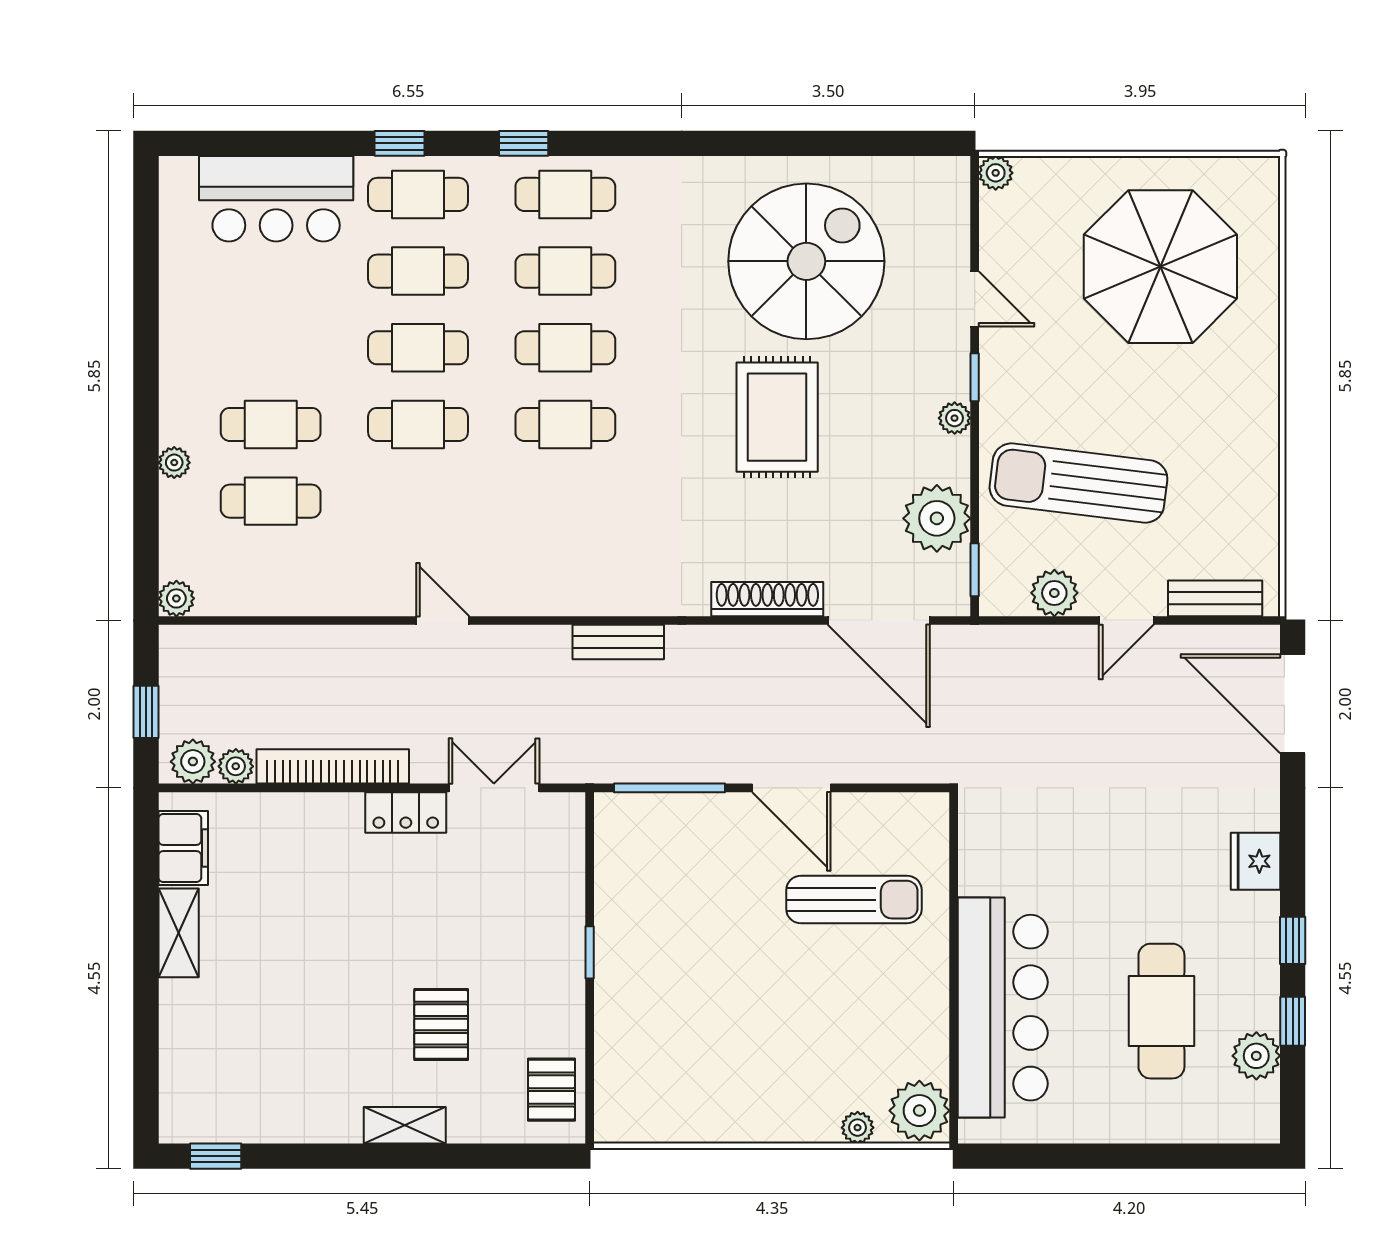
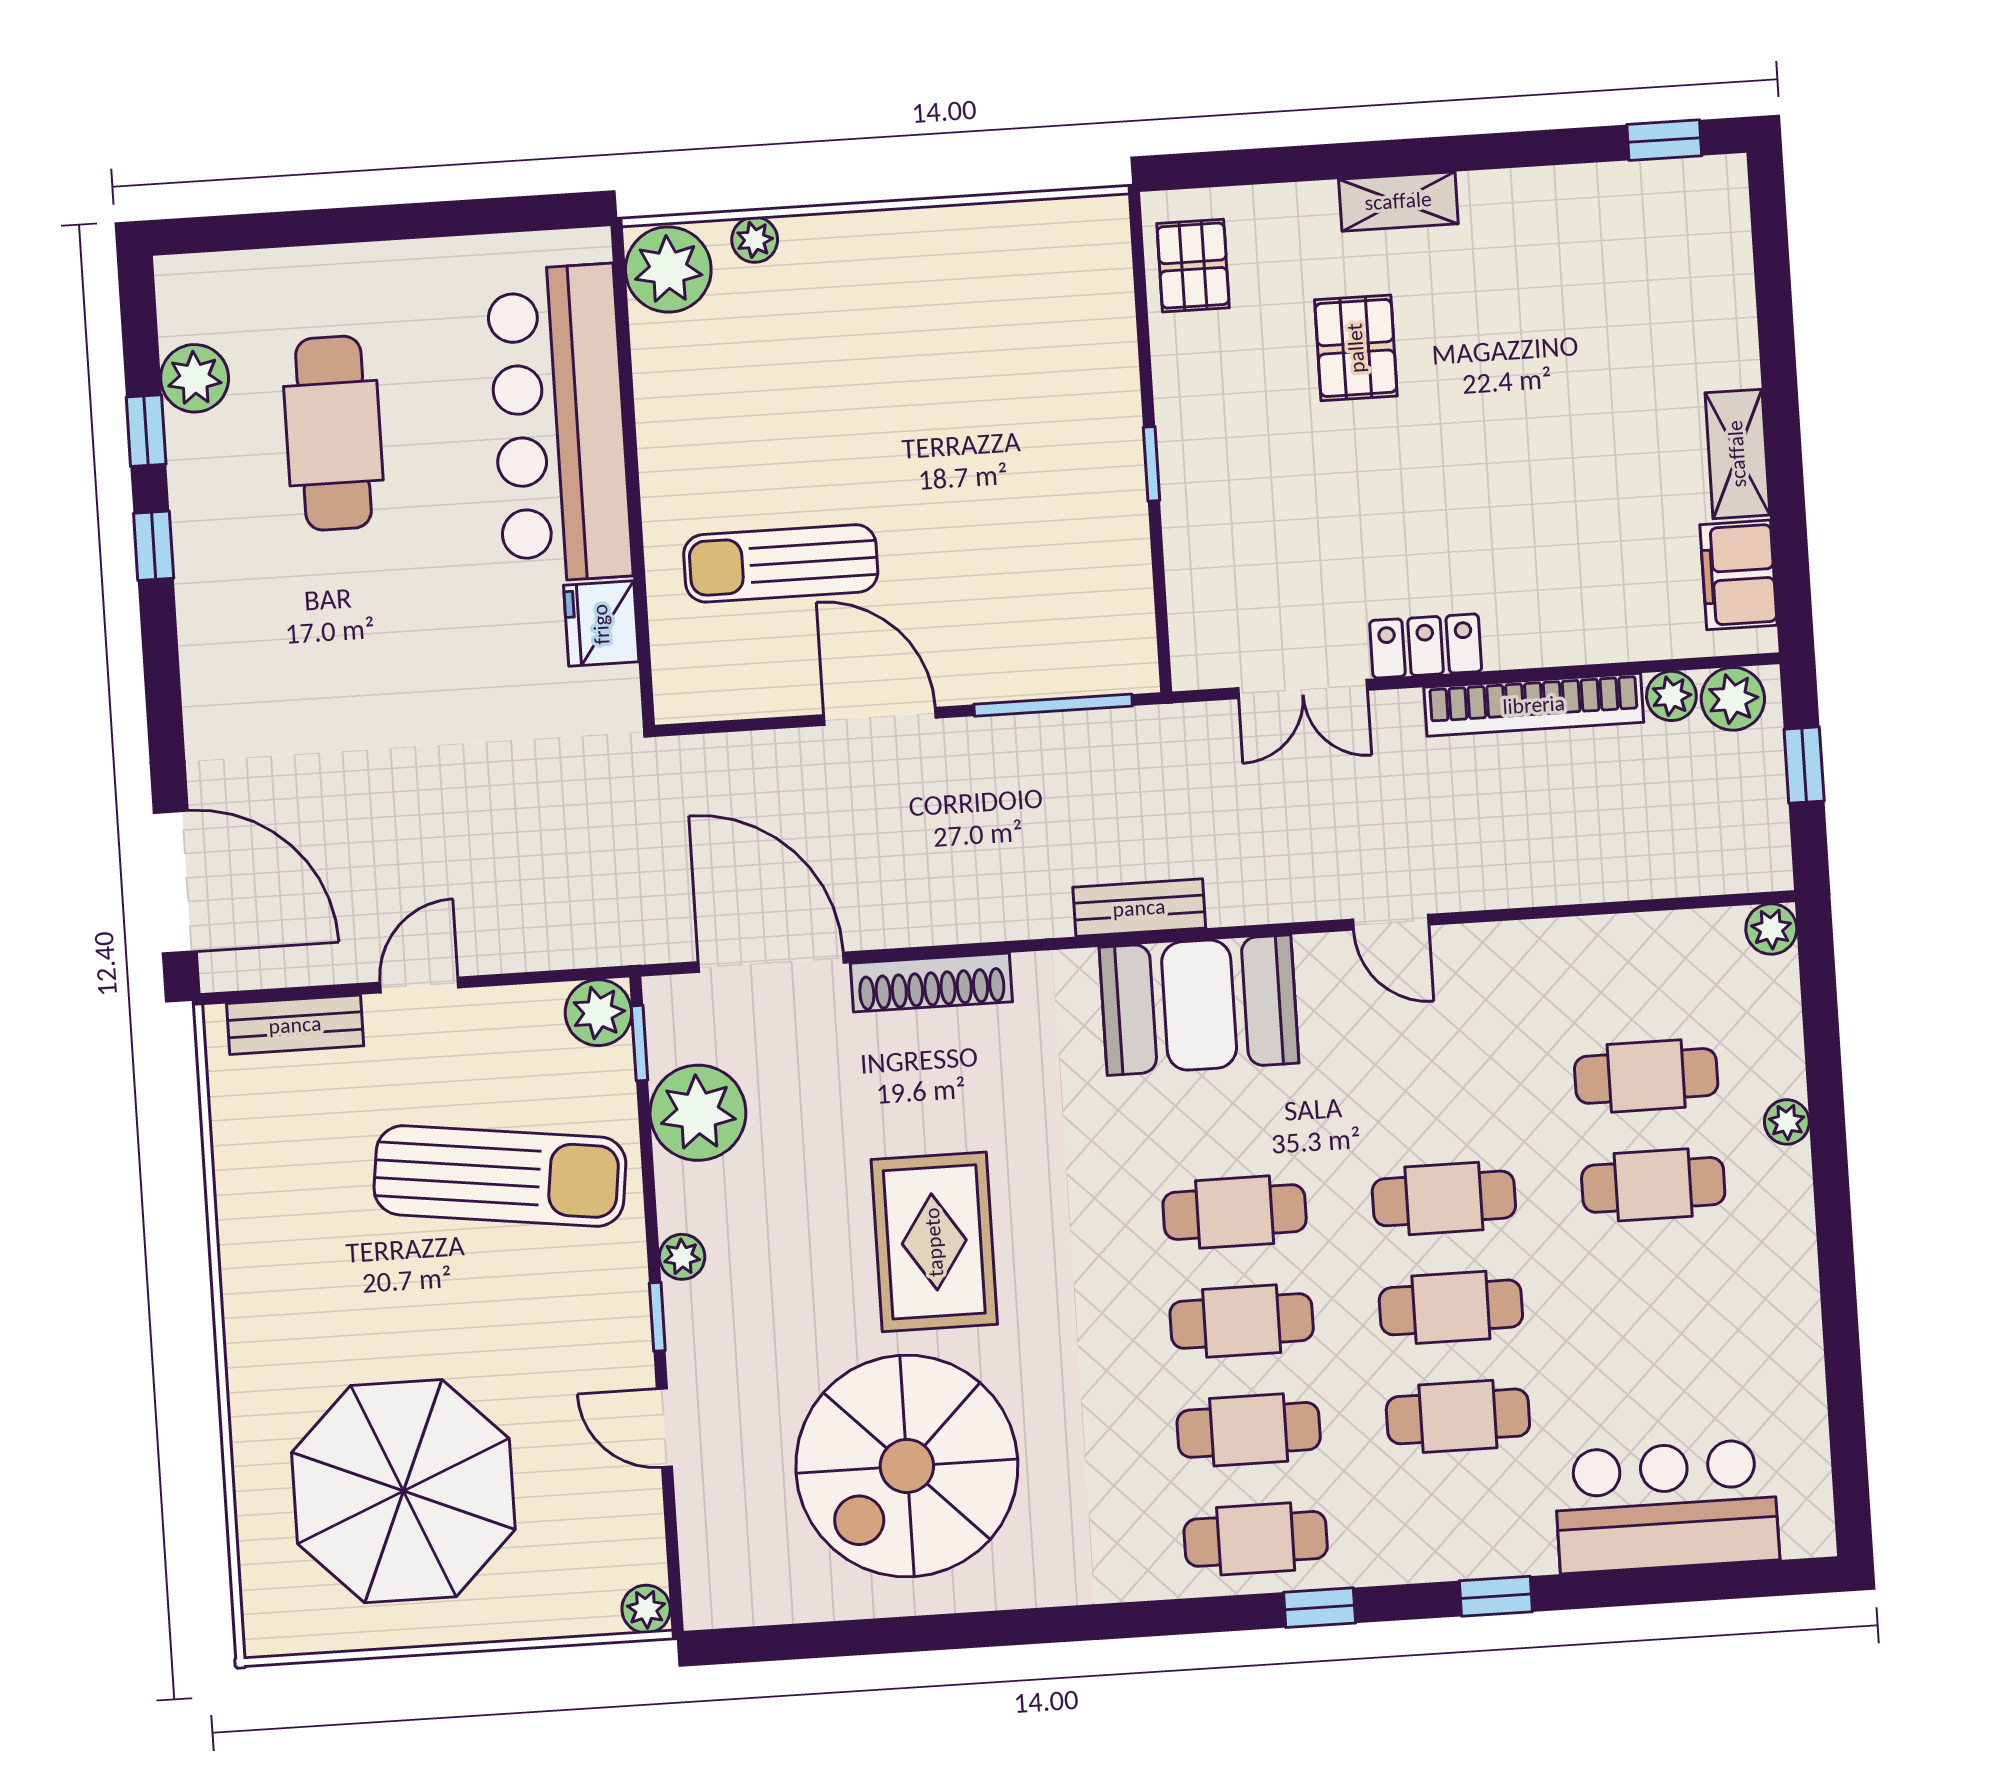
cafe table: (418, 194) -> (1465, 1525), removed
booth: (581, 571) -> (1199, 1005), added
plant: (1054, 593) -> (598, 1013), moved
fridge: (1255, 861) -> (601, 624), moved, turned 180

